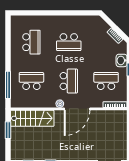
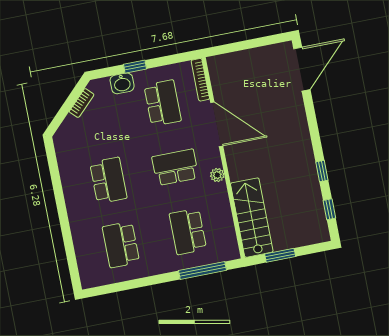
school desk: (31, 42) -> (121, 245), turned -90
school desk: (106, 81) -> (163, 103), turned 180
door: (77, 109) -> (217, 124), moved

